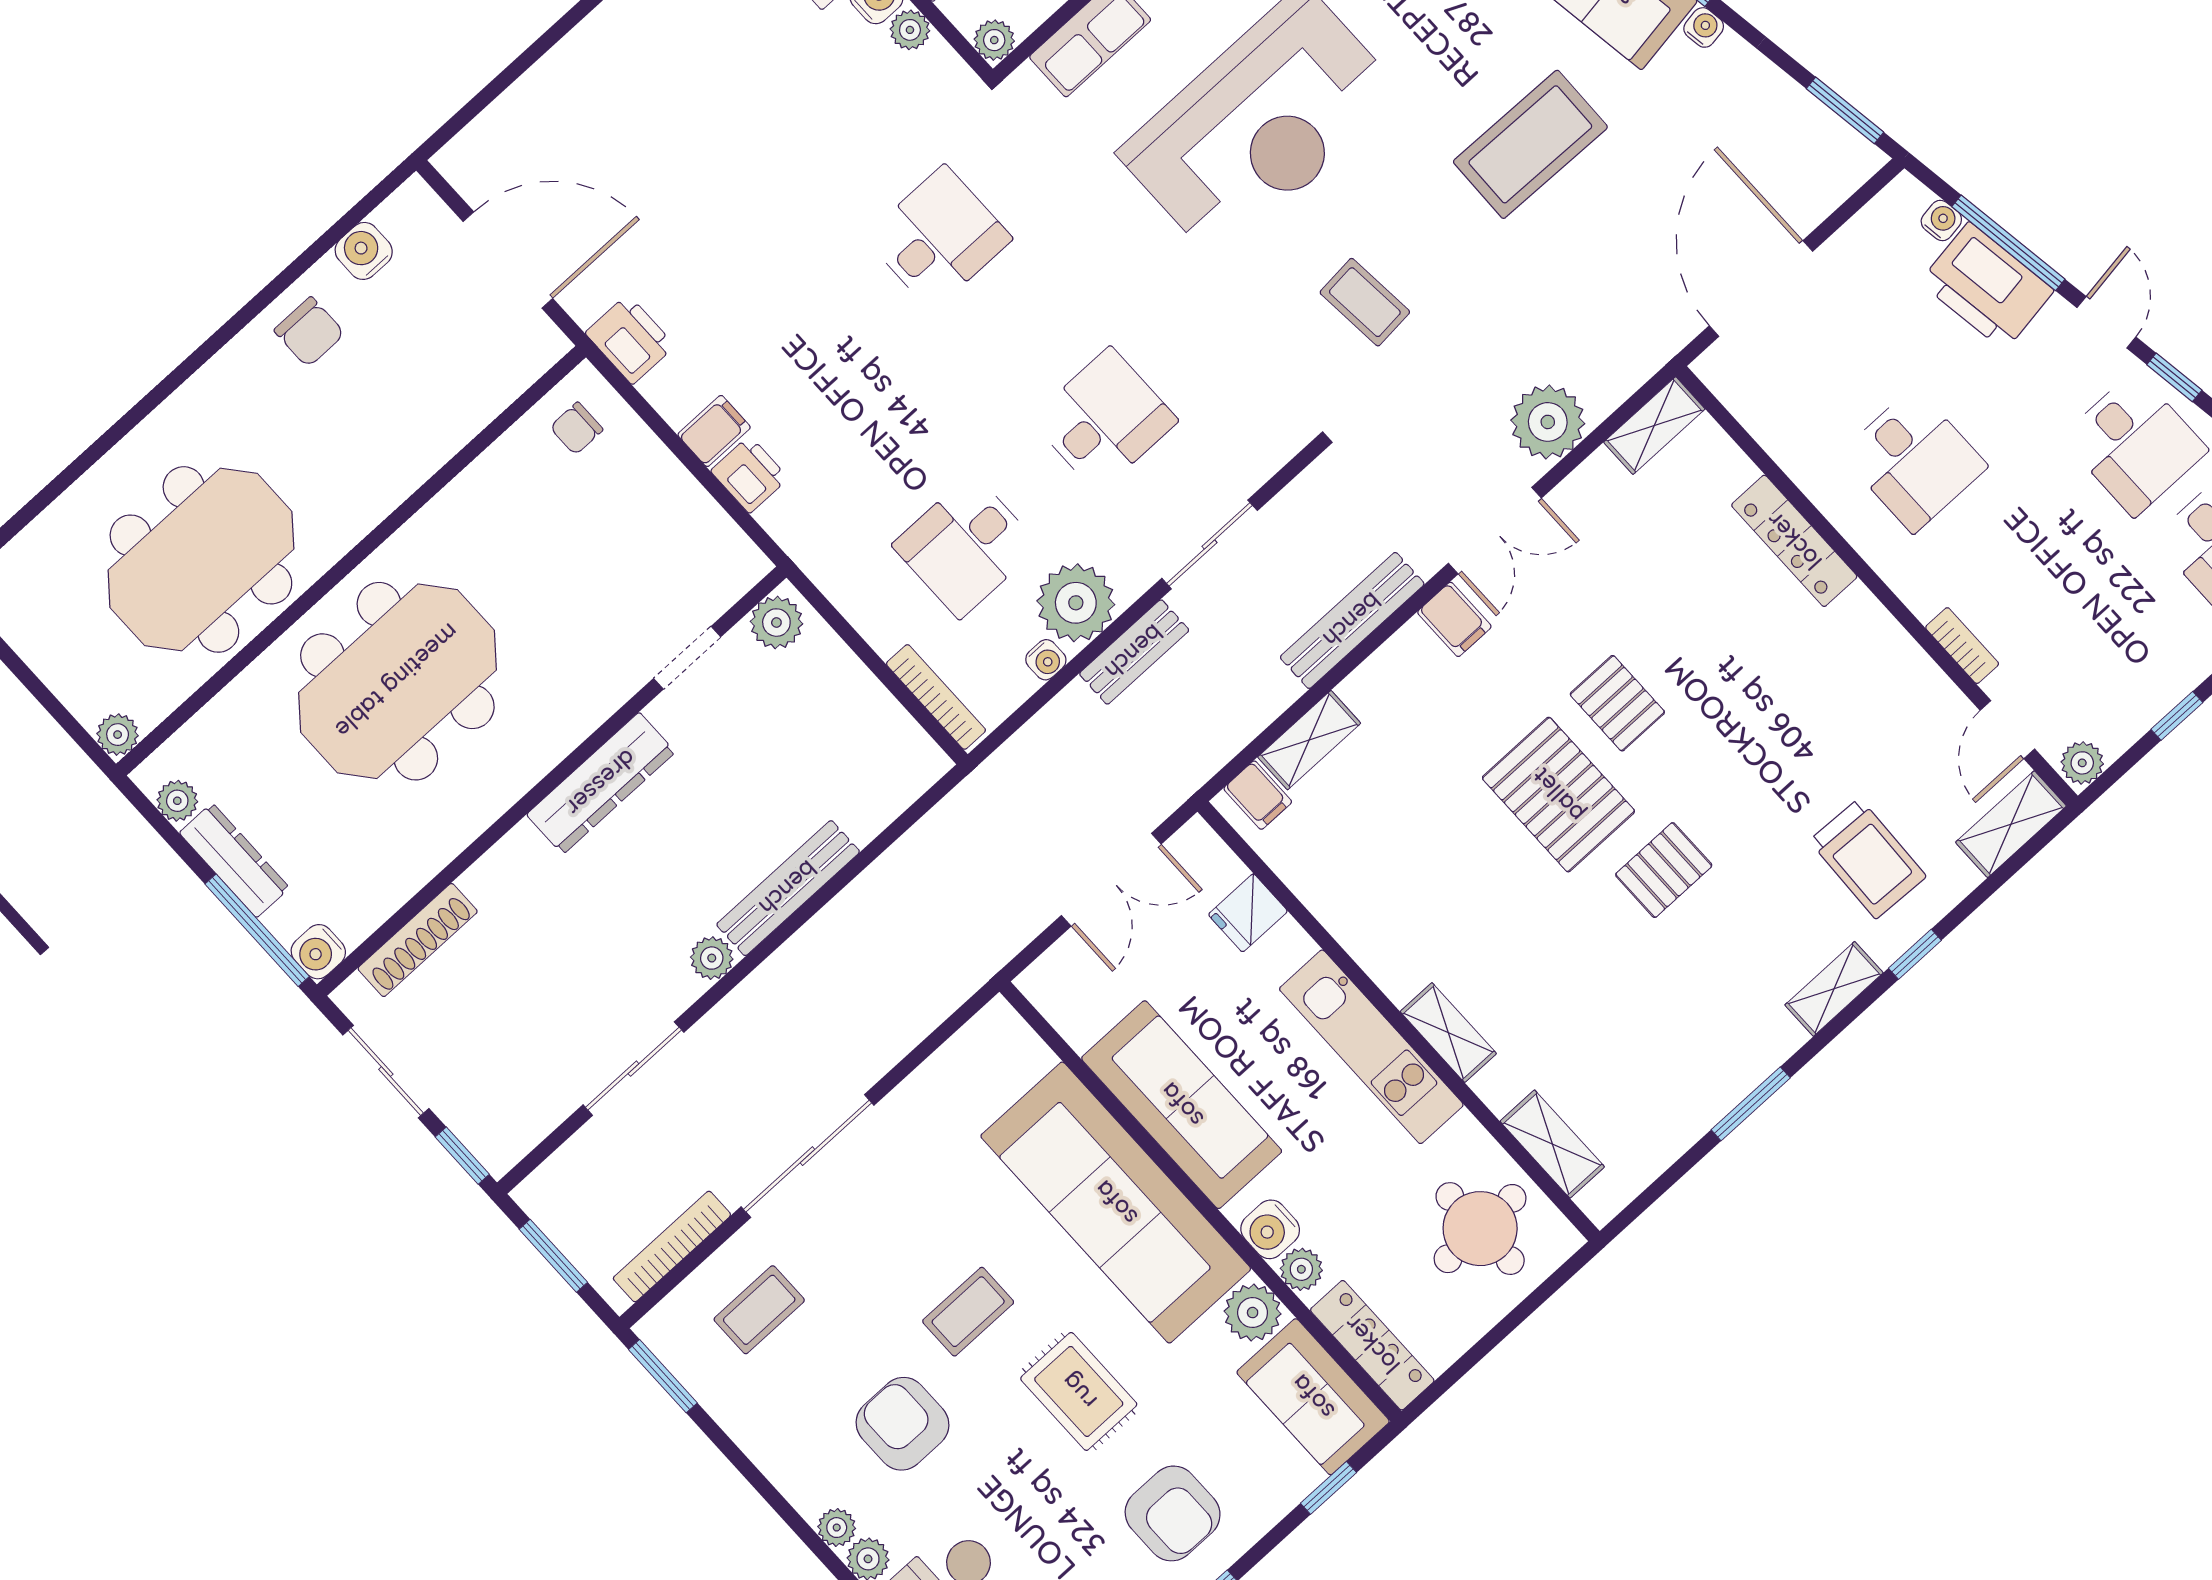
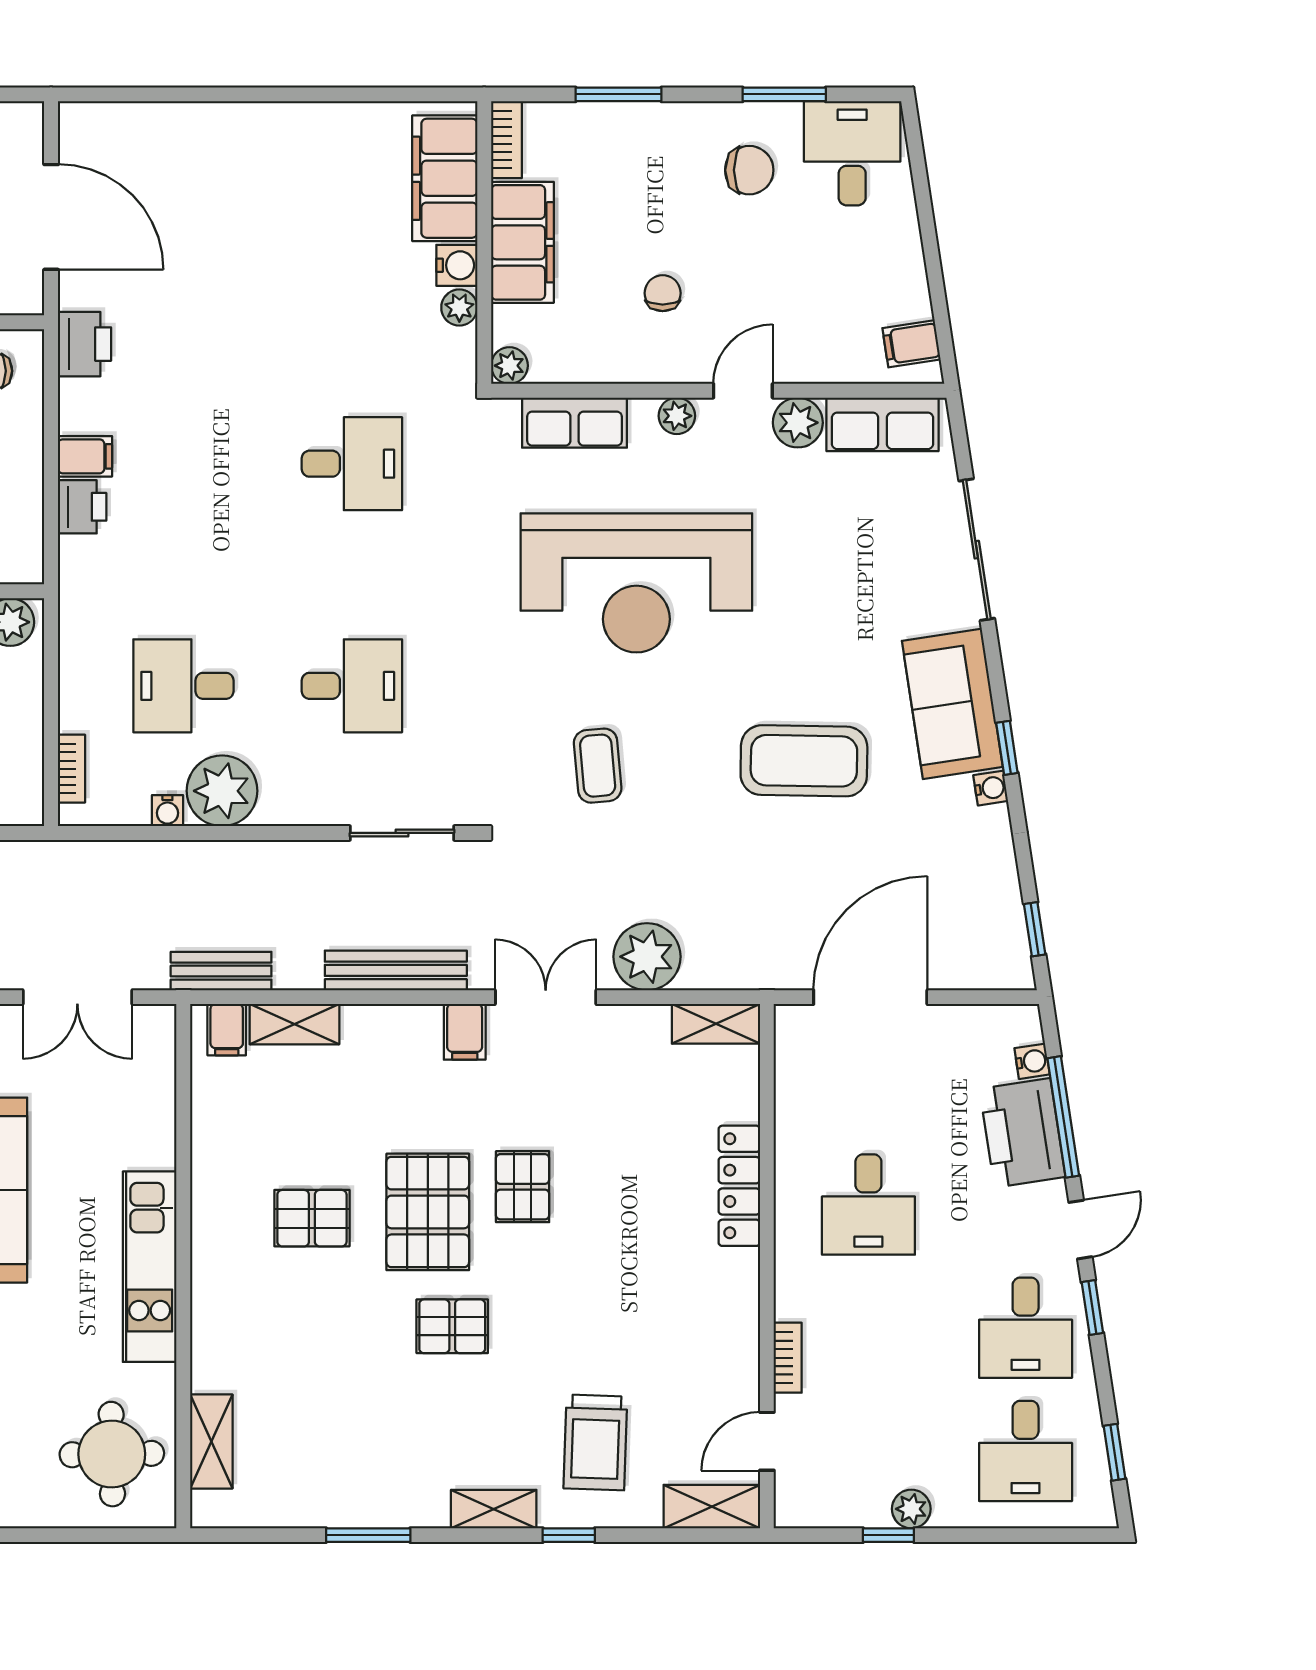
window: (1845, 110) -> (1035, 929), width x0.67
double door: (1495, 531) -> (546, 997), swing flipped
sliding door: (1210, 544) -> (402, 833), moved
bench: (1134, 652) -> (221, 971), moved
bookcase: (936, 697) -> (71, 769), width x0.64
plant: (2082, 763) -> (911, 1509), moved
pallet: (1468, 886) -> (312, 1218), added
fridge: (1248, 913) -> (149, 1102), removed
shelving: (1448, 1033) -> (210, 1304), removed

